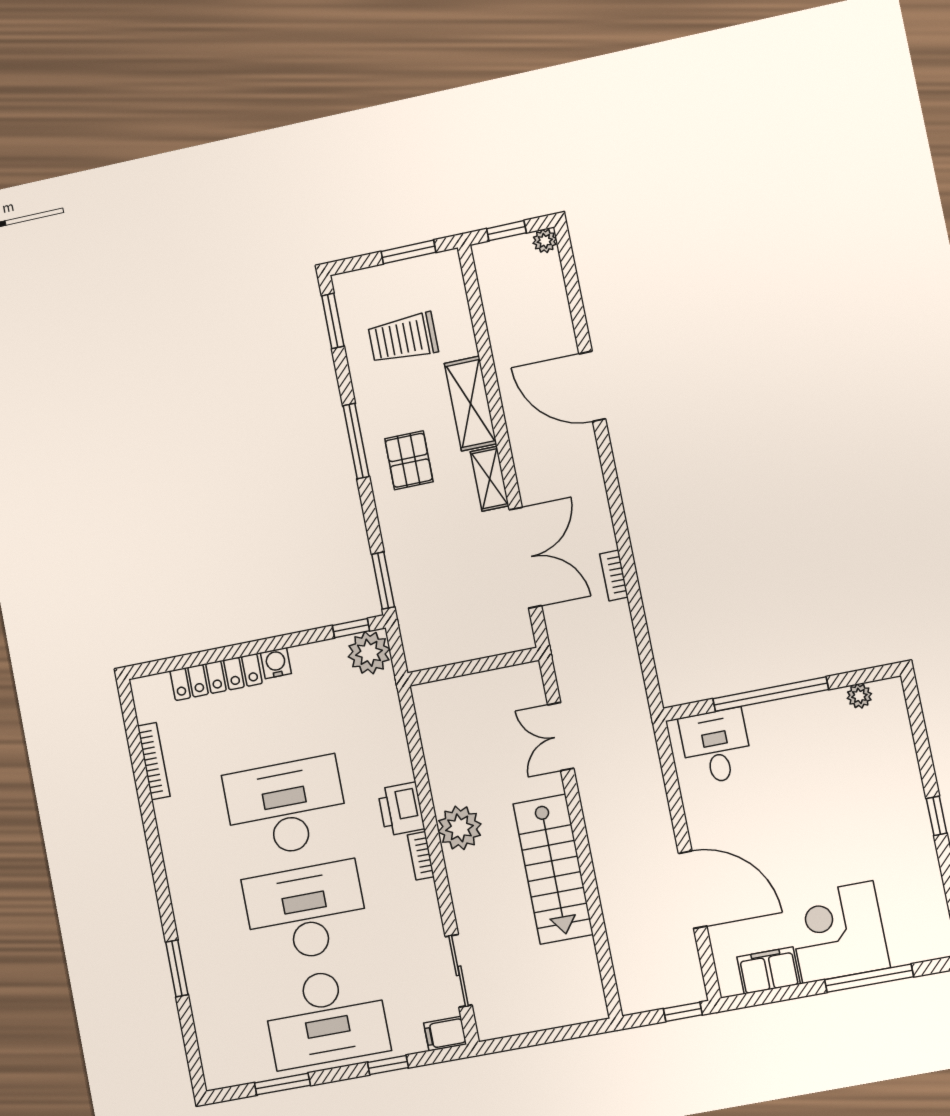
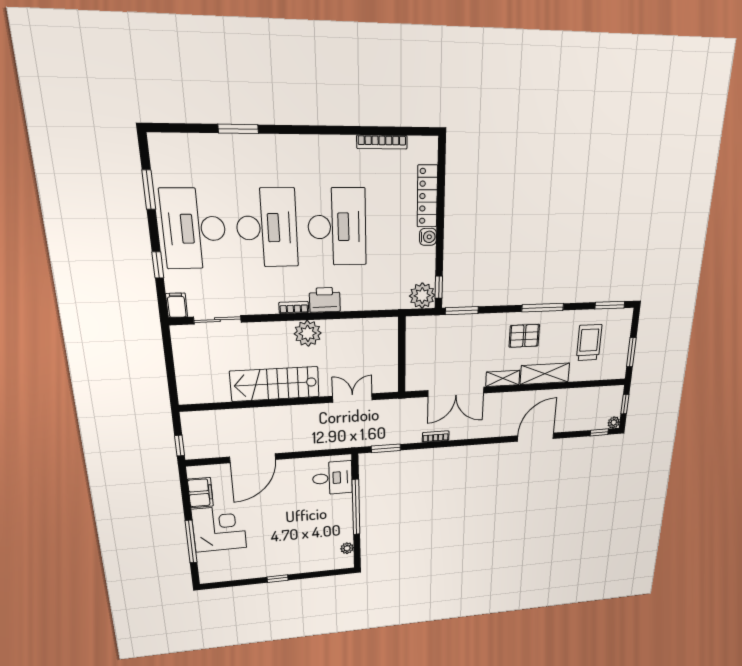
window: (568, 263) -> (599, 432), added
window: (647, 661) -> (386, 448), added

